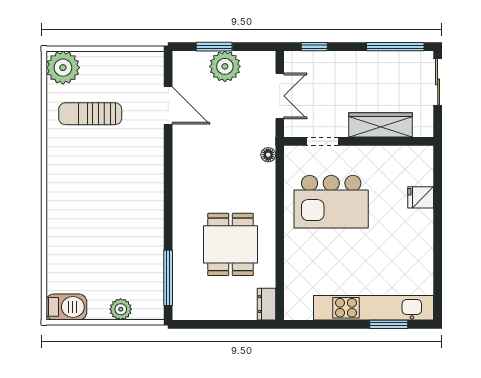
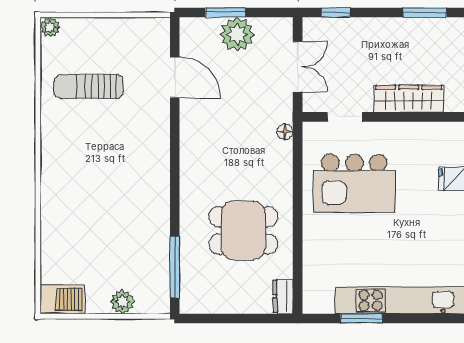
window: (395, 47) -> (425, 13), width x0.69
plant: (63, 68) -> (50, 27), width x0.53, depth x0.53
dining table: (231, 244) -> (243, 230), turned 90
window: (389, 324) -> (361, 319), moved

